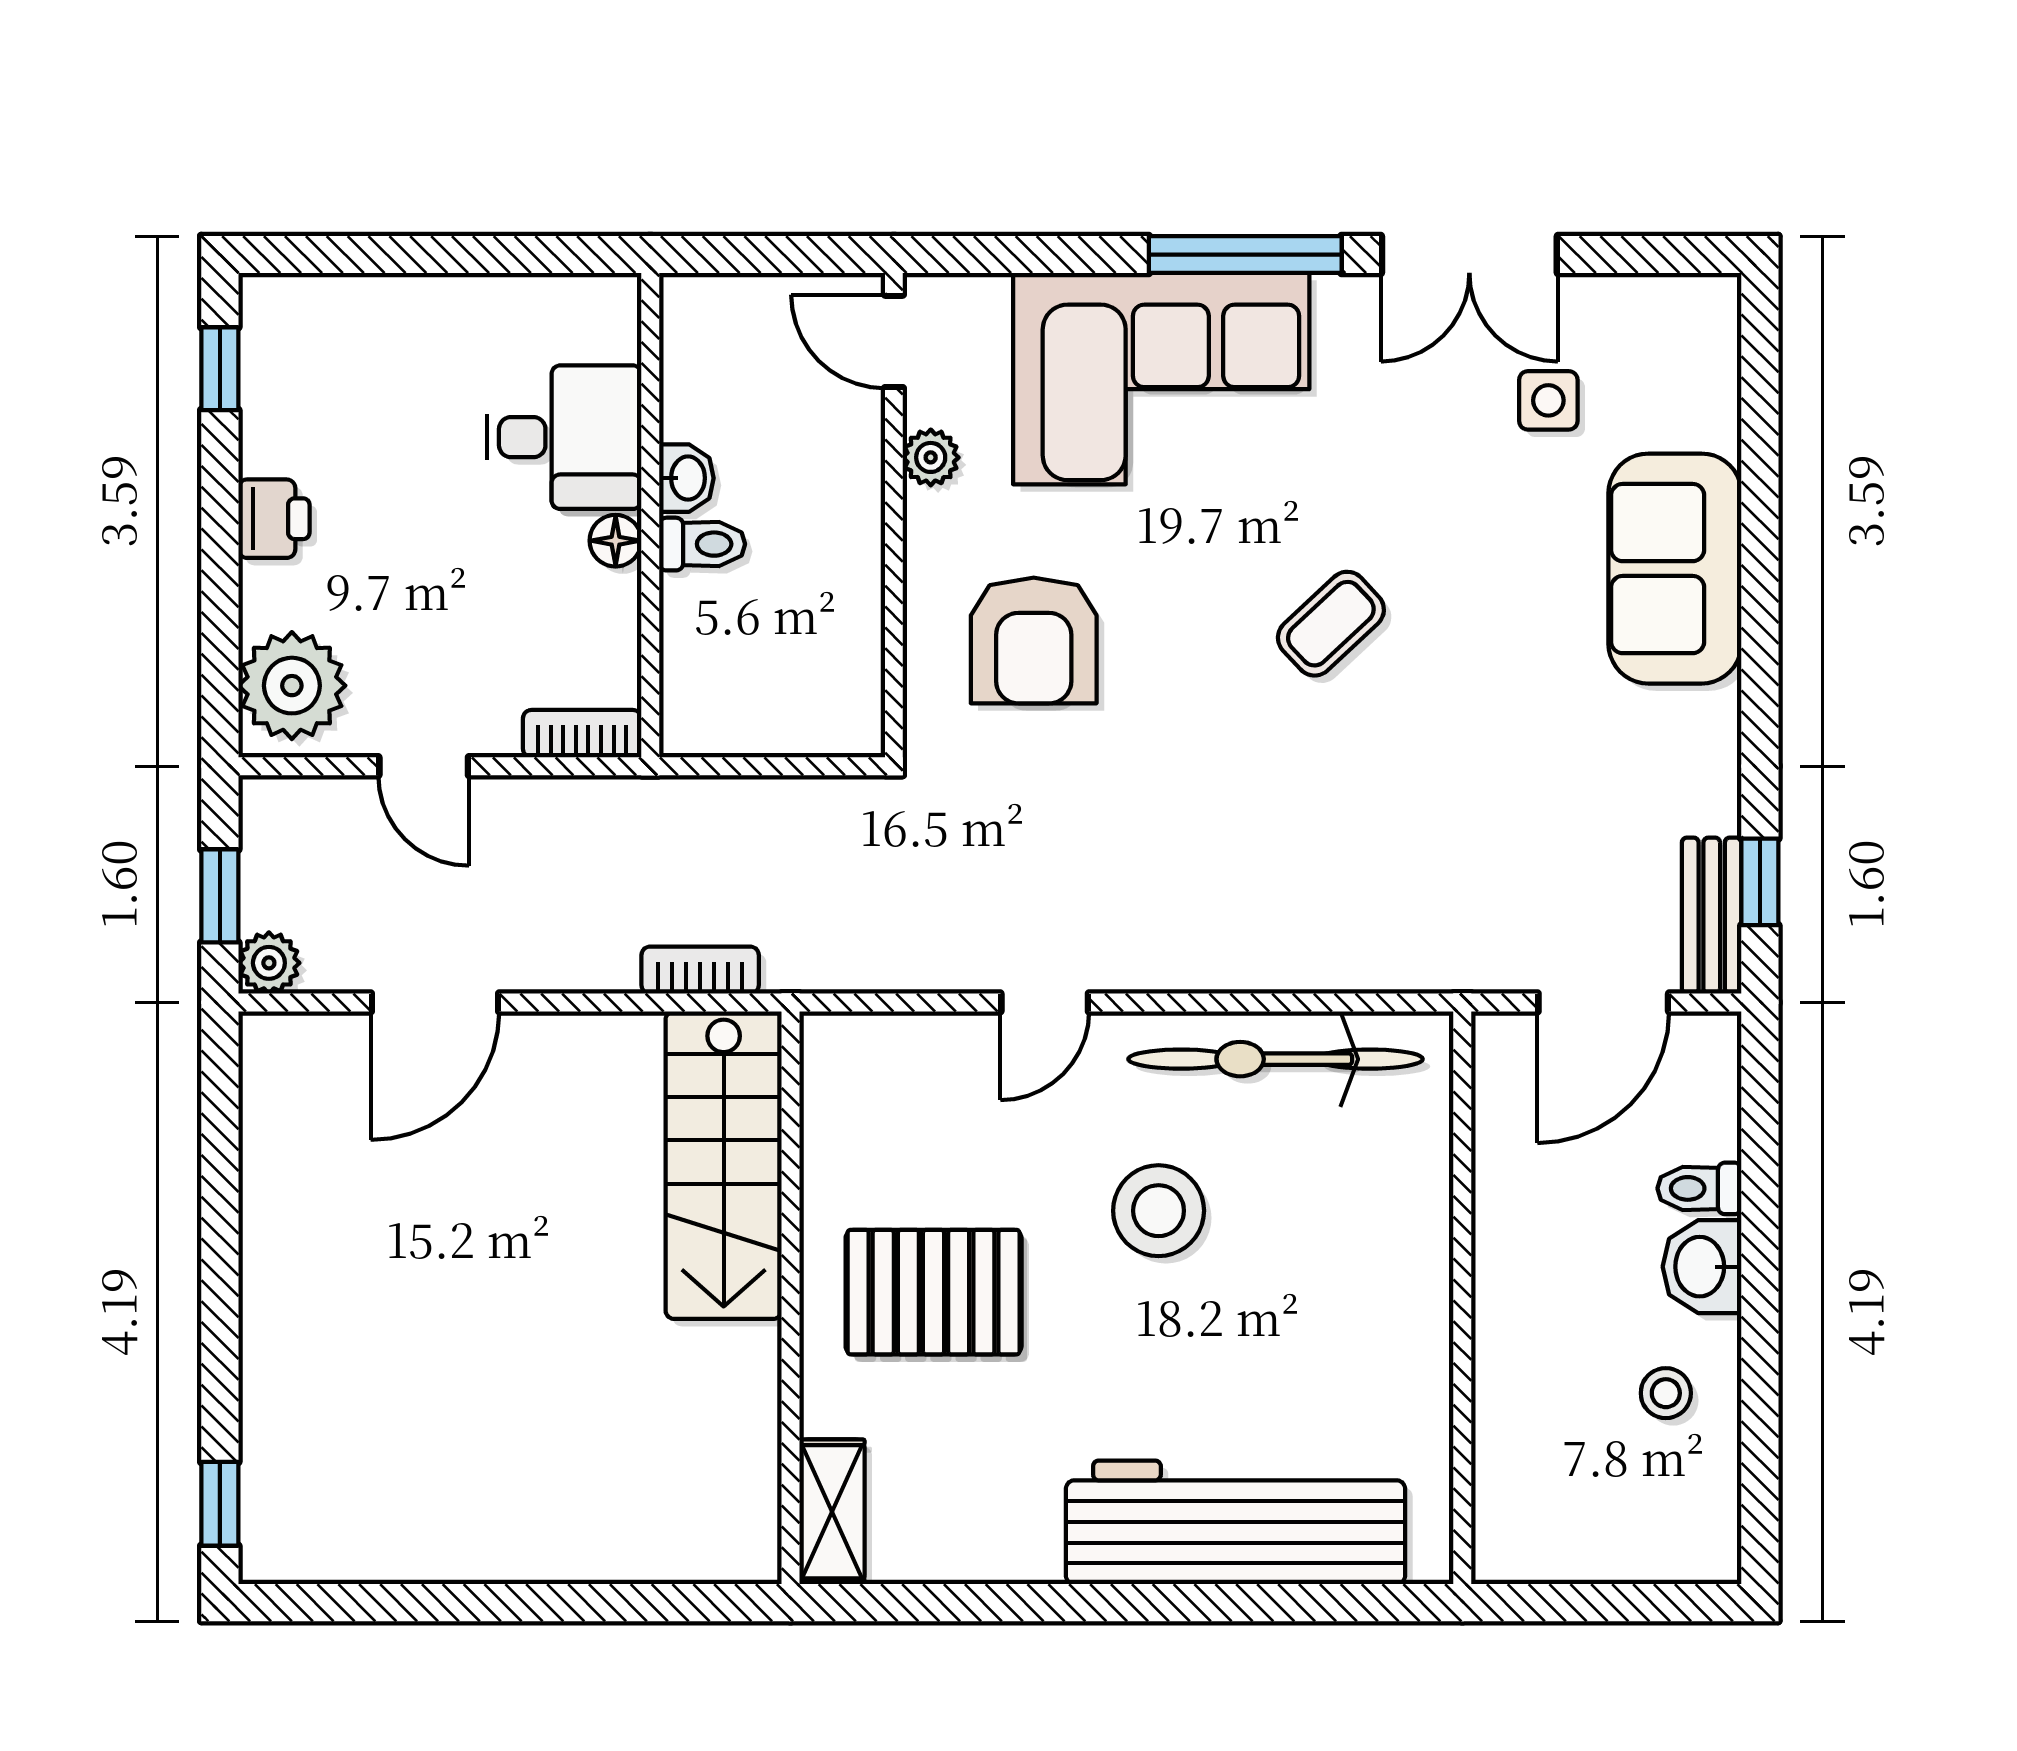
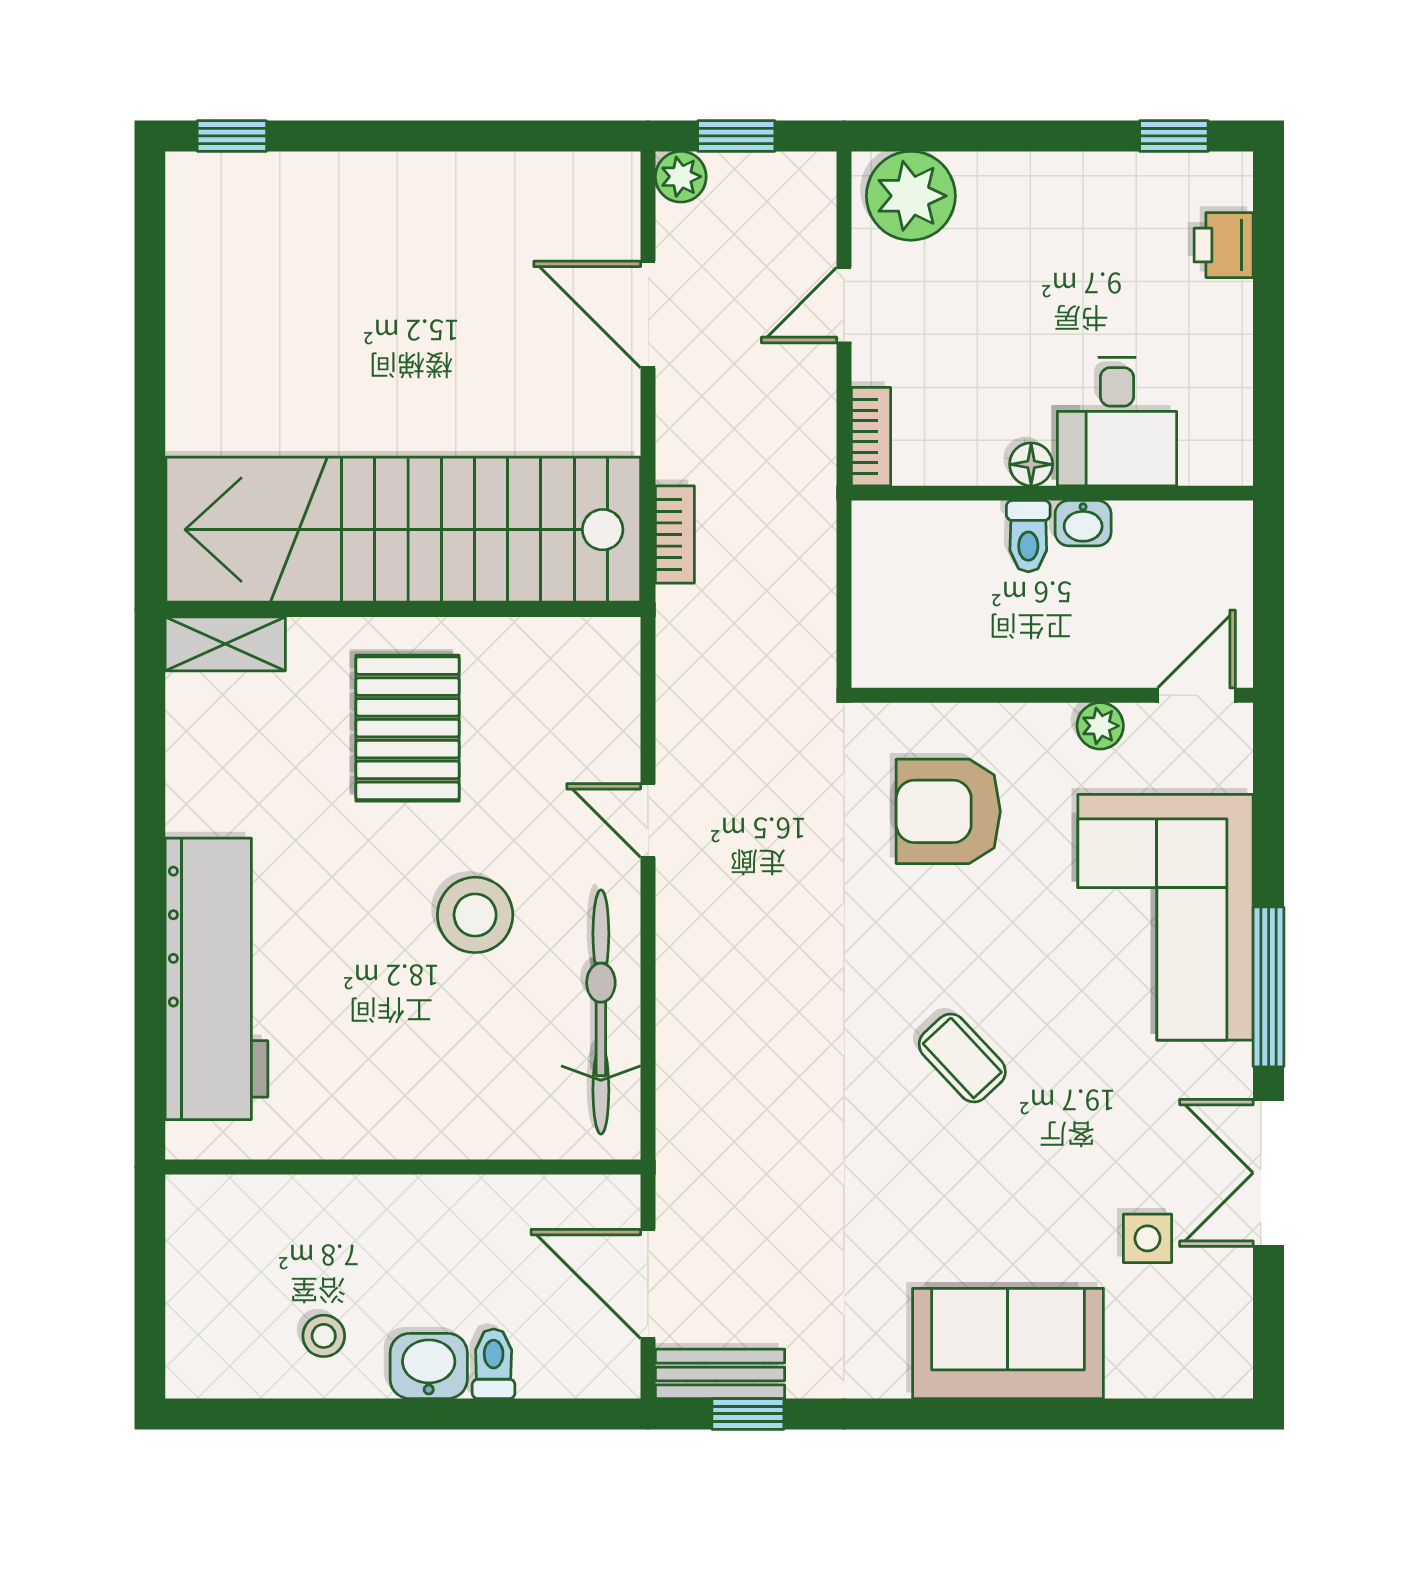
printer: (274, 519) -> (1224, 245), moved, turned 90
stairs: (724, 1165) -> (403, 530), width x1.86, depth x1.51

